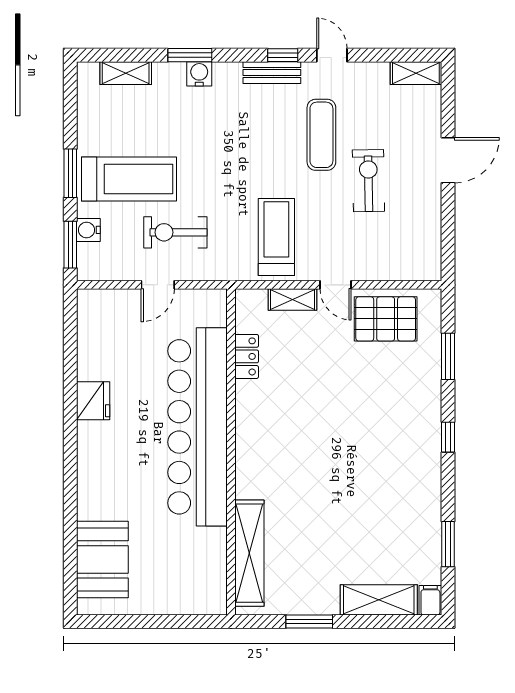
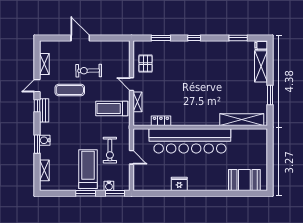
shelving: (416, 73) -> (44, 64), moved
door: (336, 285) -> (131, 84), swing flipped
pallet: (386, 319) -> (146, 64), width x0.67, depth x0.71

